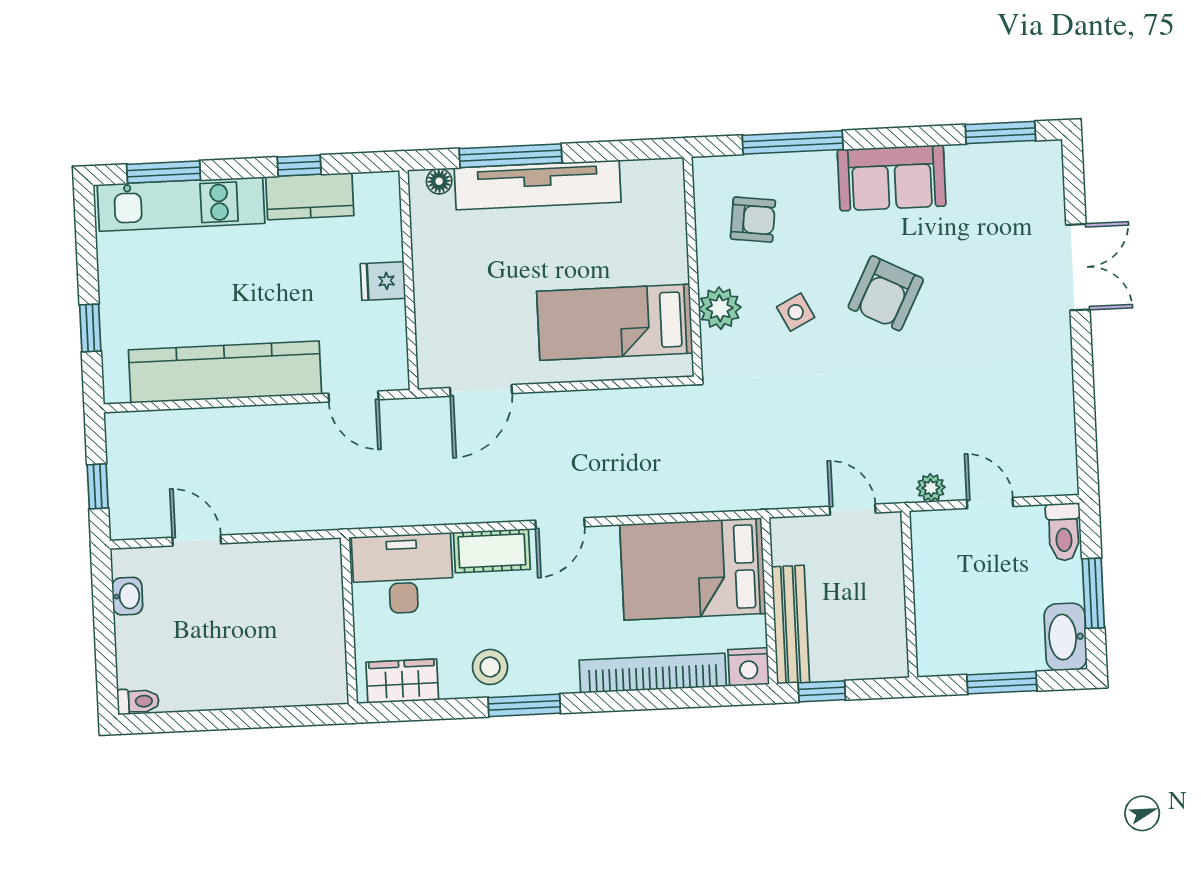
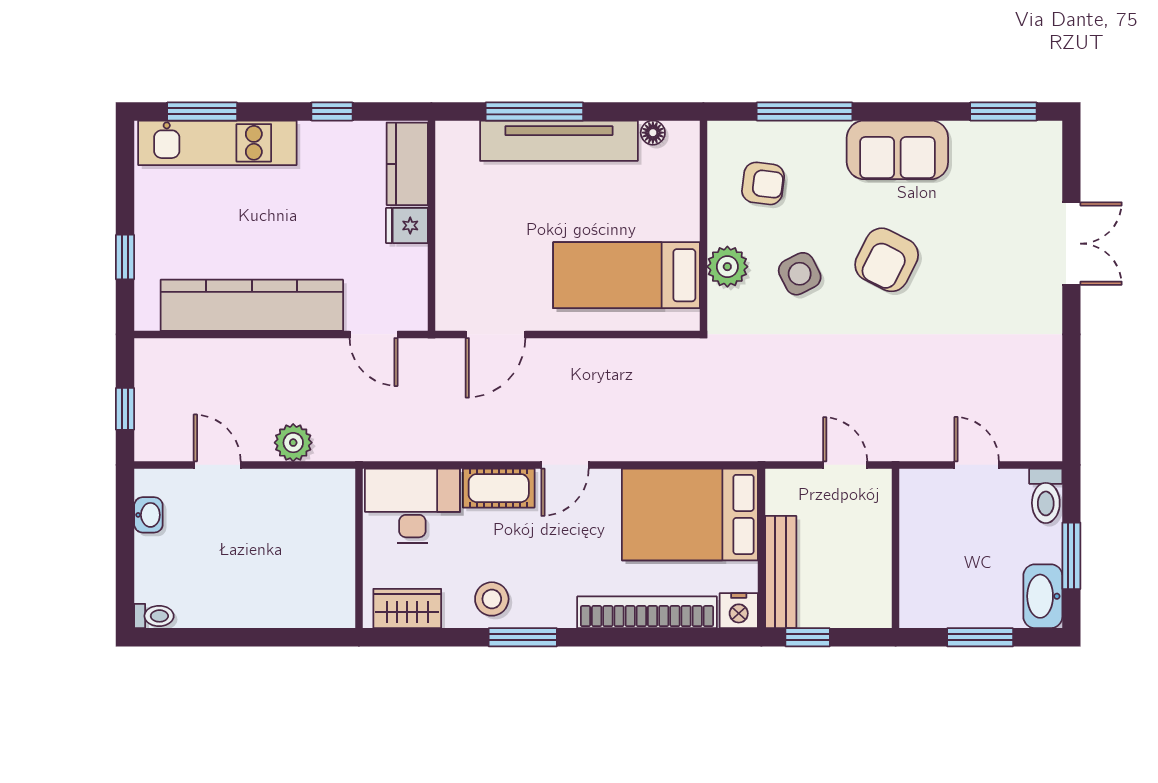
floor lamp: (439, 181) -> (653, 133), moved
kitchen counter: (310, 196) -> (407, 164), moved, turned 90
side table: (796, 312) -> (800, 274), width x1.37, depth x1.37
plant: (931, 488) -> (293, 443), moved, width x1.38, depth x1.38

